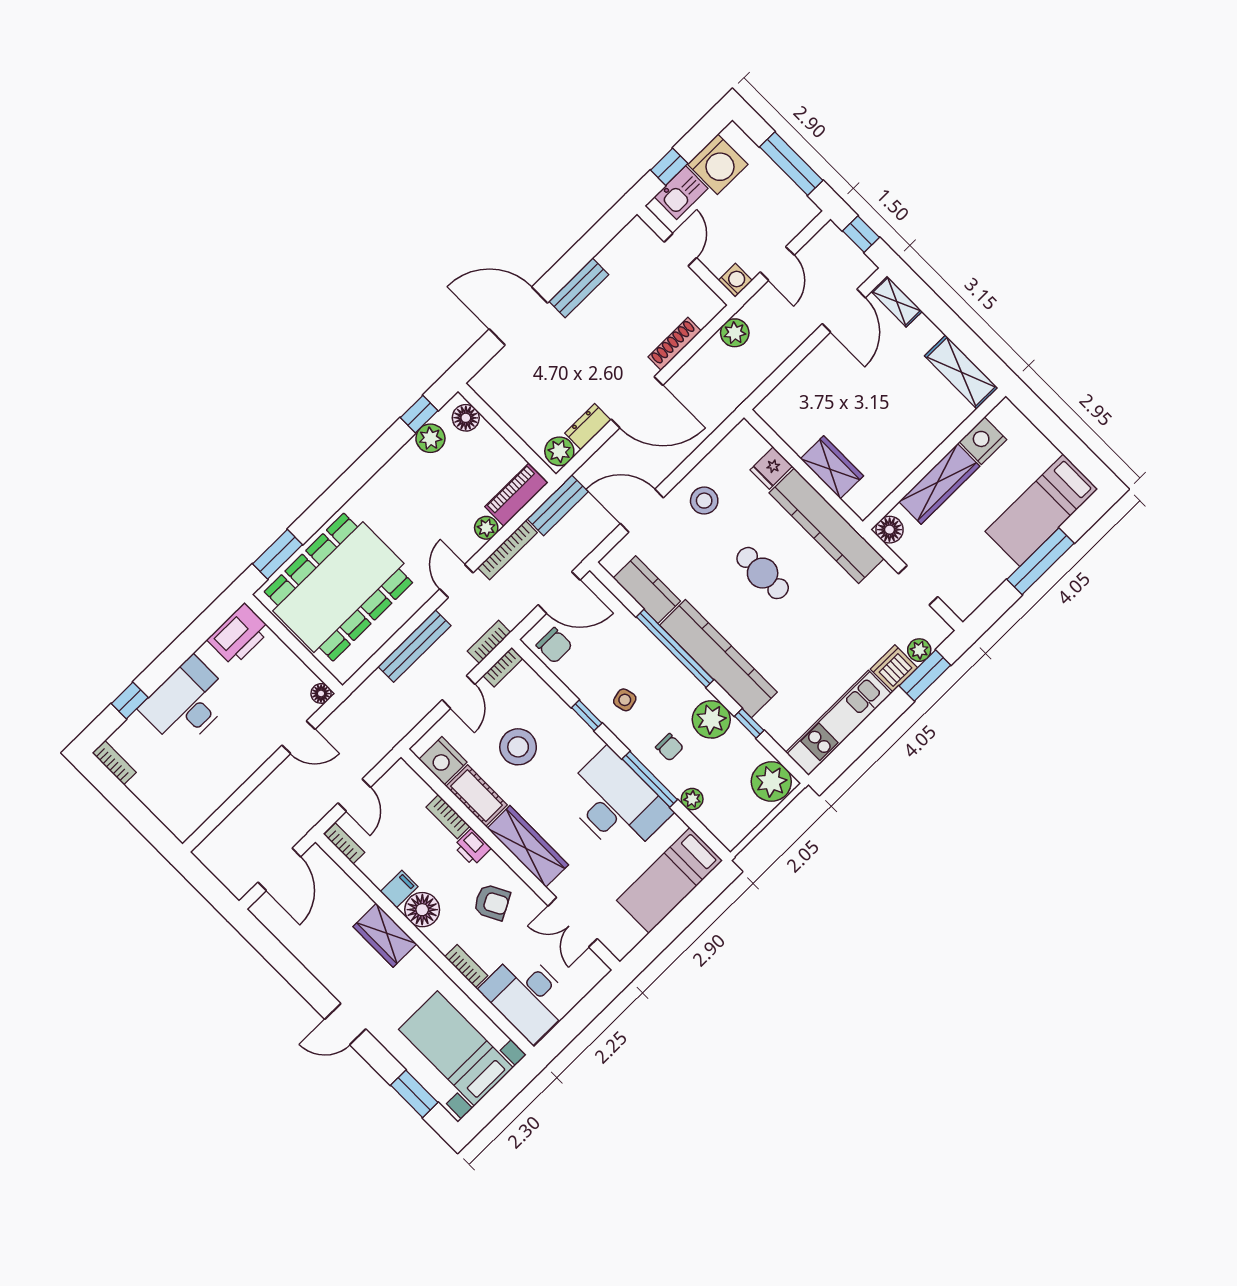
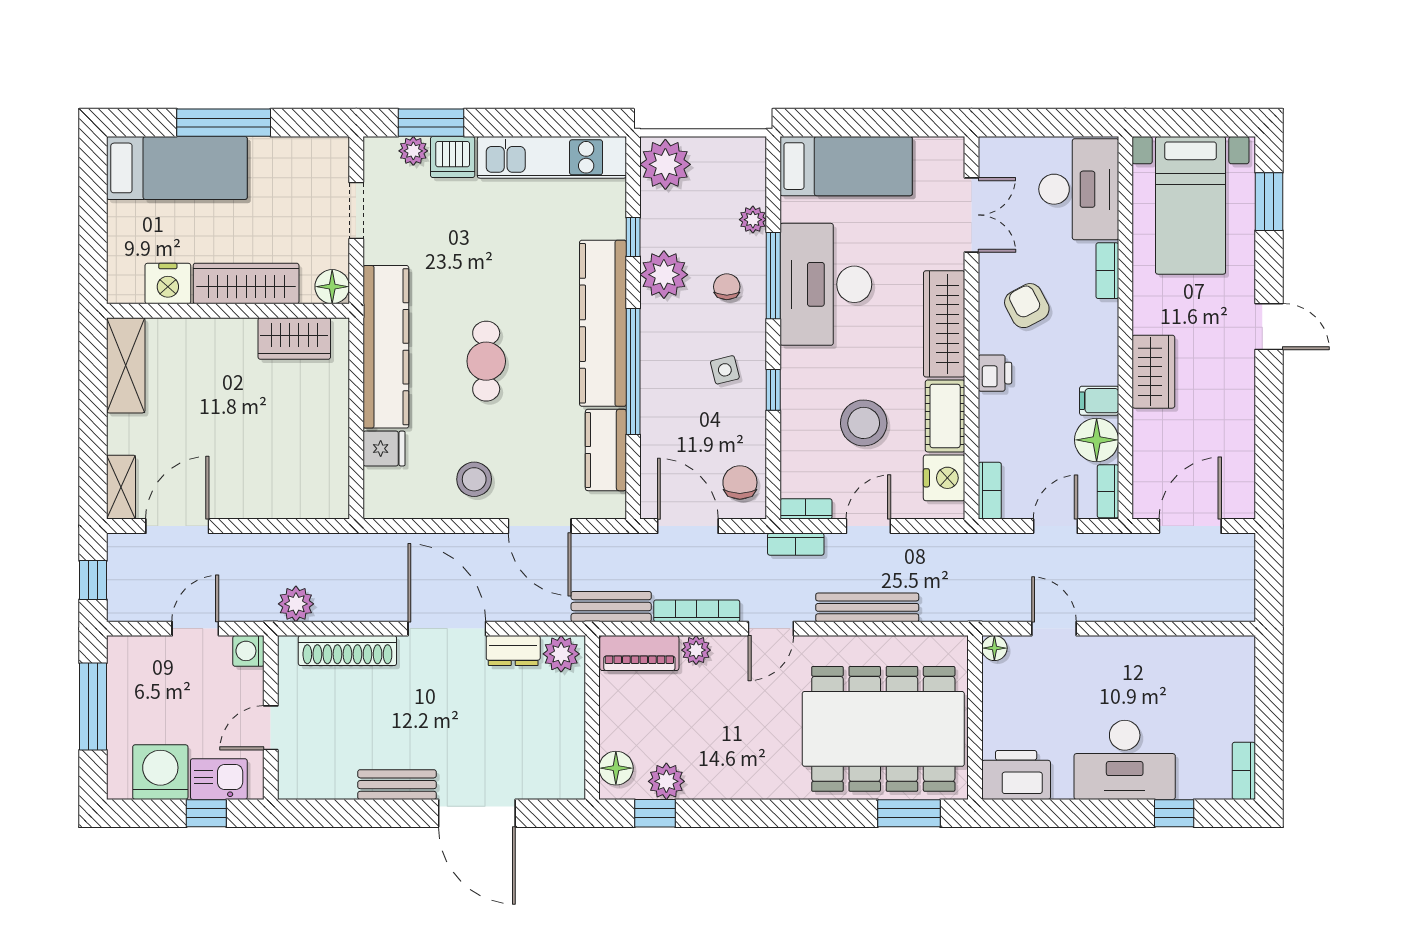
shoe rack: (675, 344) -> (347, 651), width x1.36, depth x1.24
wardrobe: (832, 467) -> (294, 338), moved, turned -90
bookcase: (448, 817) -> (990, 491), moved
floor lamp: (422, 910) -> (1097, 440), moved

